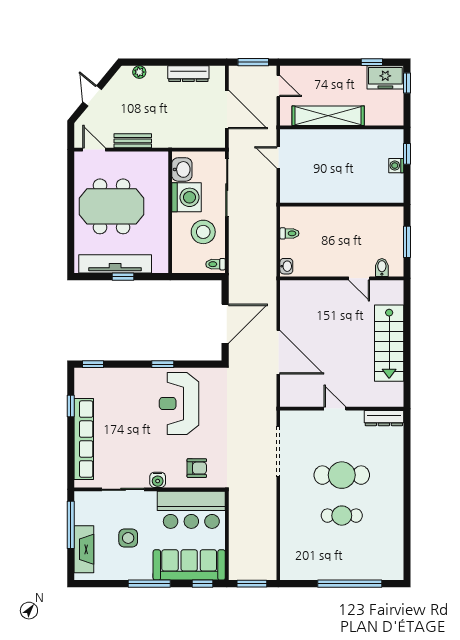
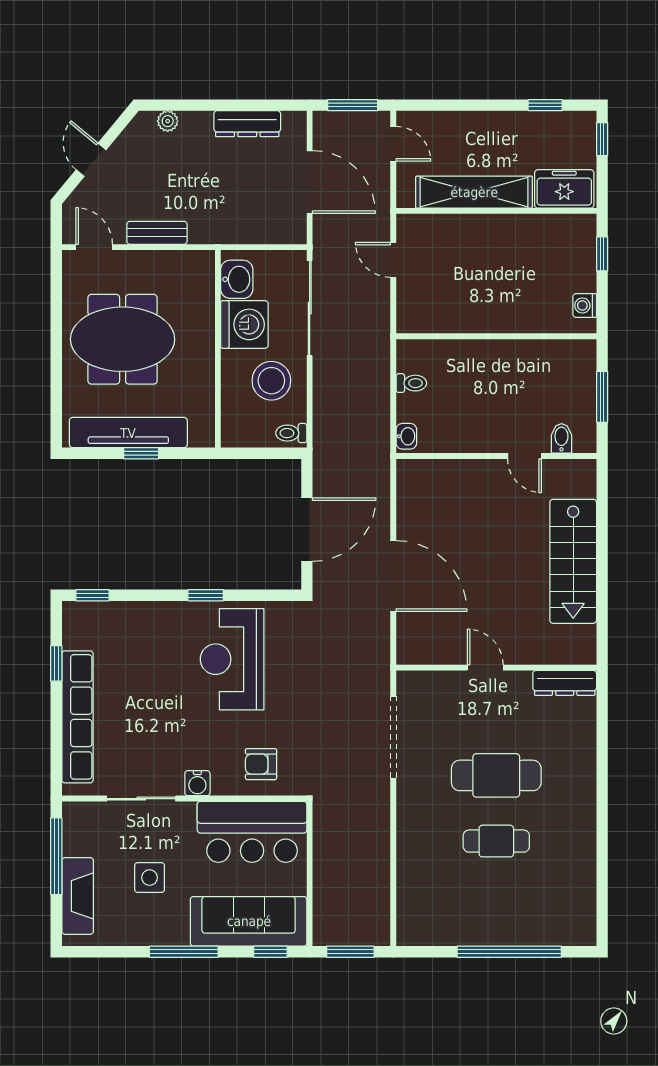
freezer: (385, 77) -> (564, 189), moved, turned 180
washing machine: (396, 166) -> (585, 305), moved
armchair: (197, 468) -> (261, 764), turned 180

